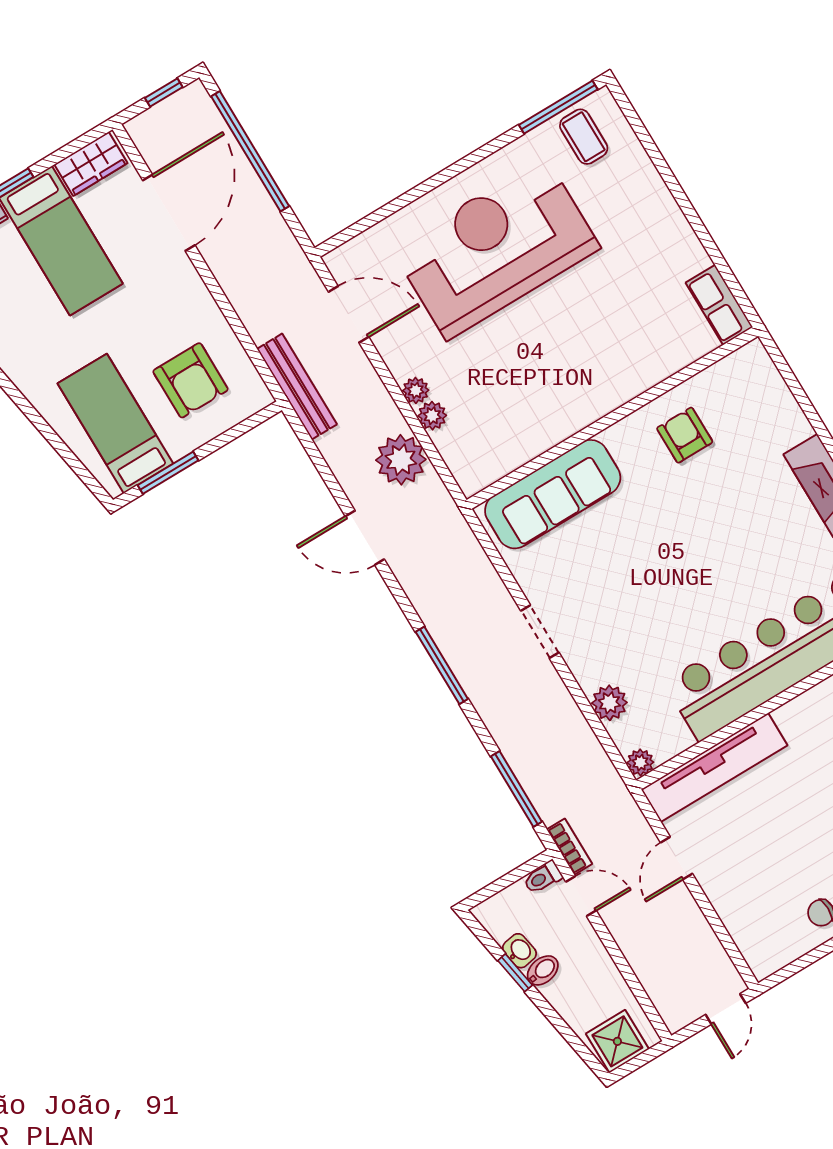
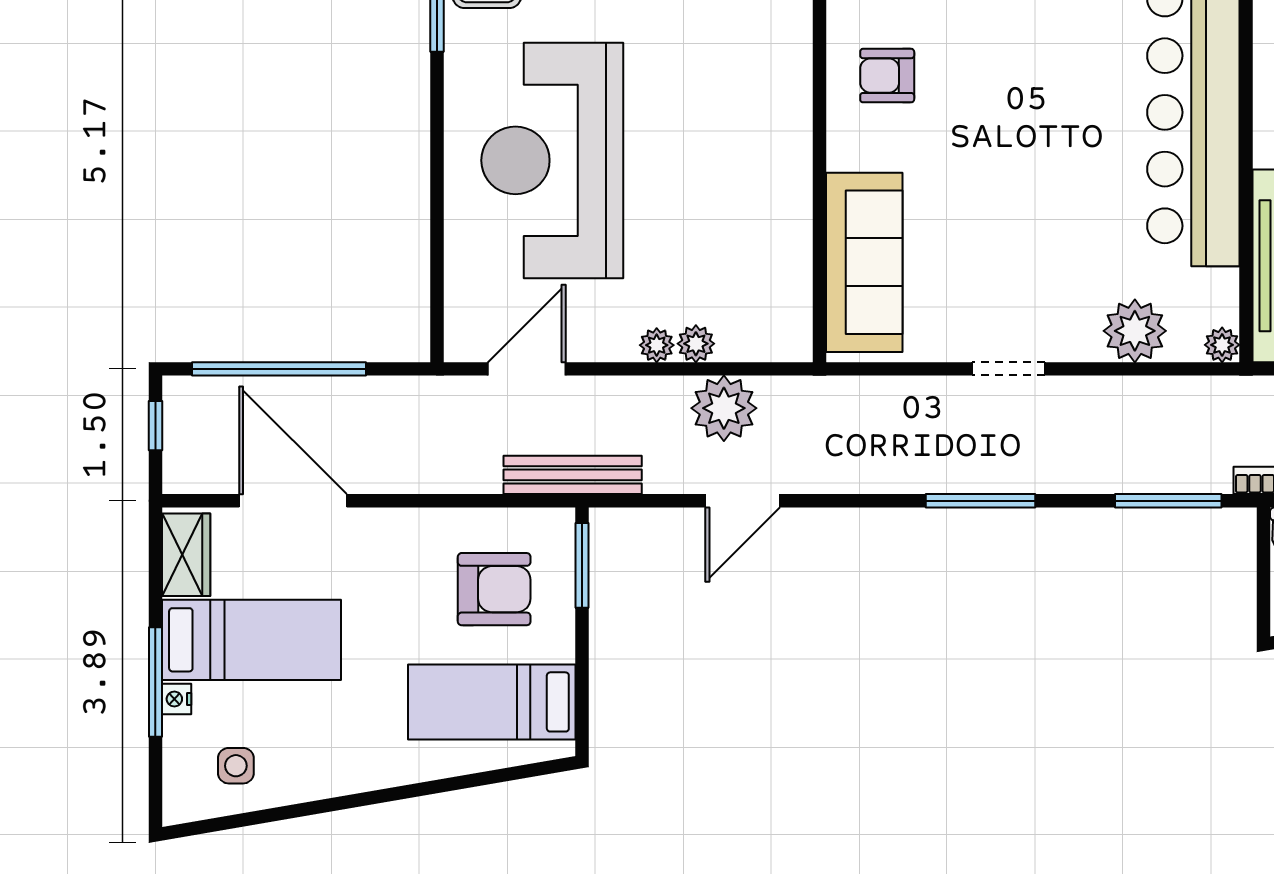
window: (168, 473) -> (582, 565), moved
door: (365, 538) -> (743, 501), moved
plant: (609, 703) -> (1135, 331), width x1.36, depth x1.36

